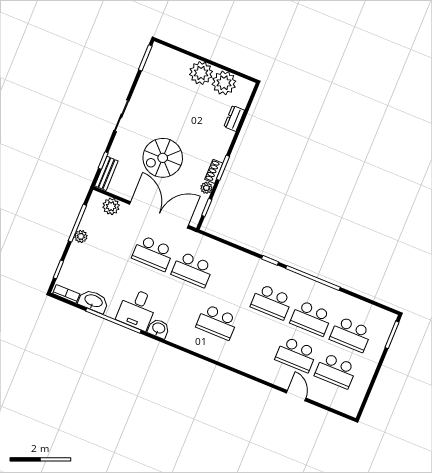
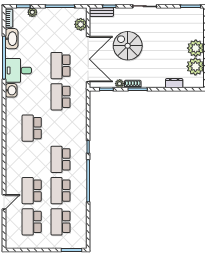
plant: (81, 236) -> (32, 12), moved

